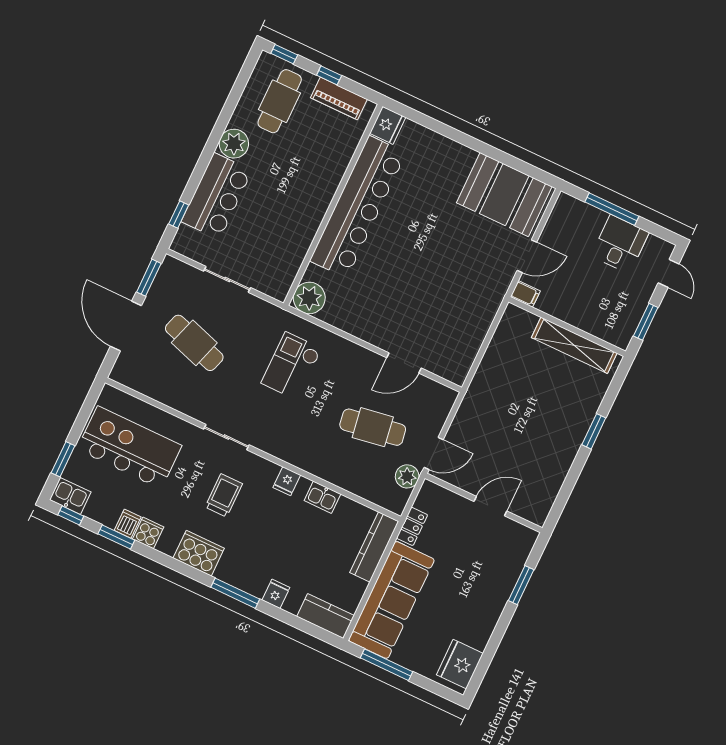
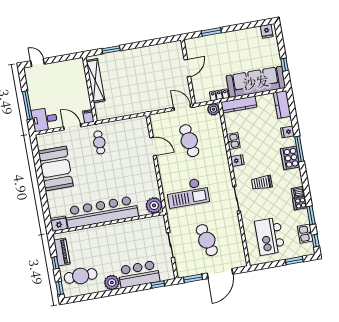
booth: (504, 195) -> (56, 168), moved
desk: (620, 244) -> (45, 119), moved
door: (669, 273) -> (37, 63), hinge flipped
cafe table: (471, 282) -> (99, 142), added
window: (646, 322) -> (64, 58), removed
cafe table: (194, 343) -> (207, 240), turned -33
checkout: (291, 366) -> (188, 193), width x1.36, depth x1.21
window: (594, 431) -> (111, 50), moved
kitchen island: (129, 447) -> (270, 236), width x0.73
plant: (407, 476) -> (213, 109), moved
kitchen sink: (70, 496) -> (305, 234), moved
door: (490, 506) -> (187, 68), swing flipped
dishwasher: (128, 524) -> (298, 192), moved
cooker: (199, 553) -> (290, 158), moved
fridge: (460, 664) -> (267, 31), width x0.53, depth x0.75
window: (387, 665) -> (284, 65), width x0.46

